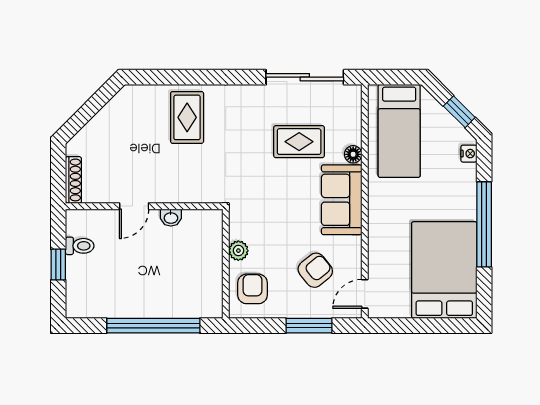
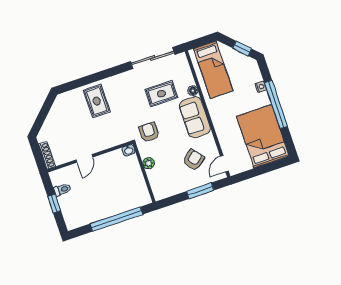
nightstand: (469, 154) -> (261, 87), moved
washbasin: (171, 218) -> (129, 150), moved
armchair: (253, 289) -> (149, 132), moved

